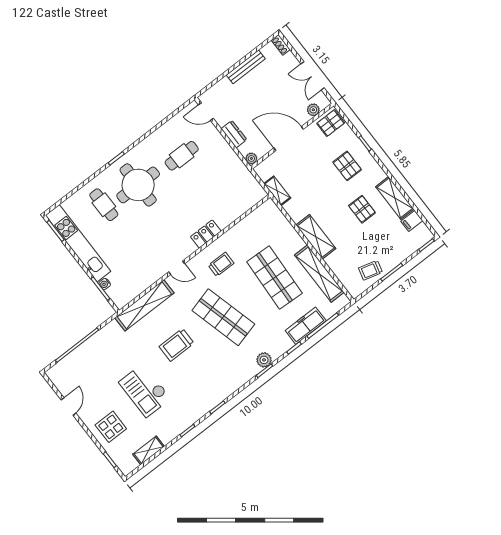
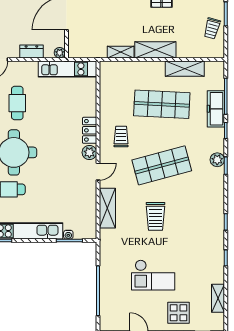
kitchen unit: (243, 176) -> (68, 69), added
shelving: (277, 191) -> (121, 52), moved
plant: (187, 248) -> (89, 152), added
shelving: (319, 274) -> (185, 69), width x0.68
shelving: (144, 305) -> (107, 208), width x0.68
checkout: (145, 390) -> (153, 275), moved

